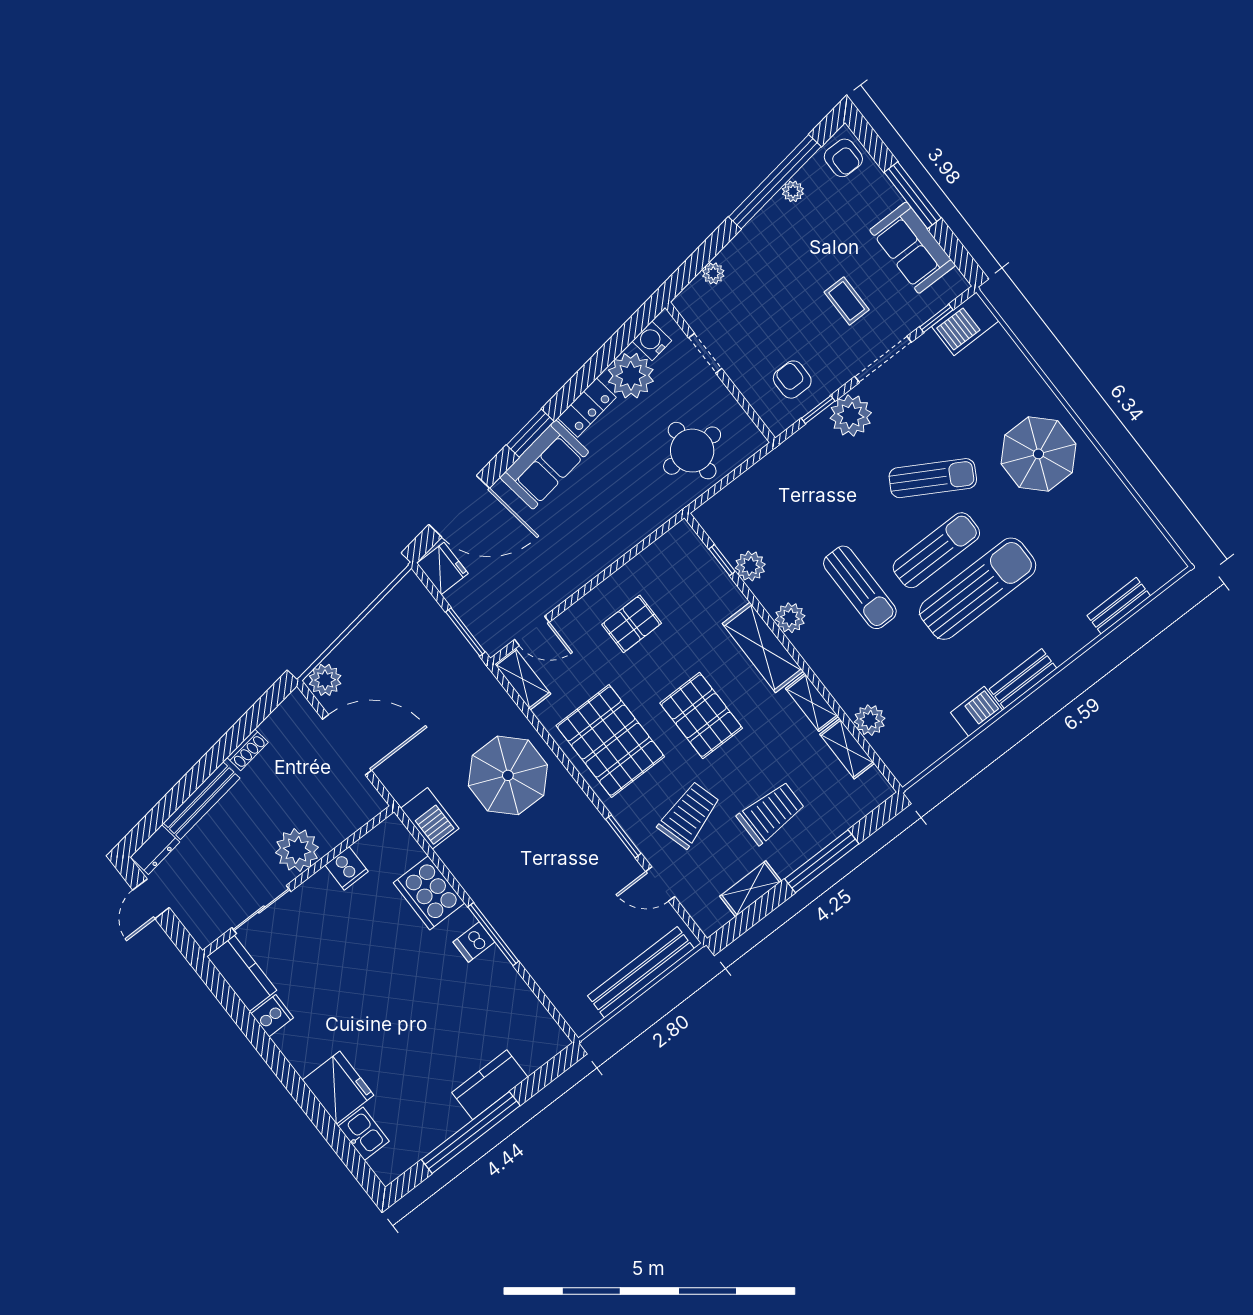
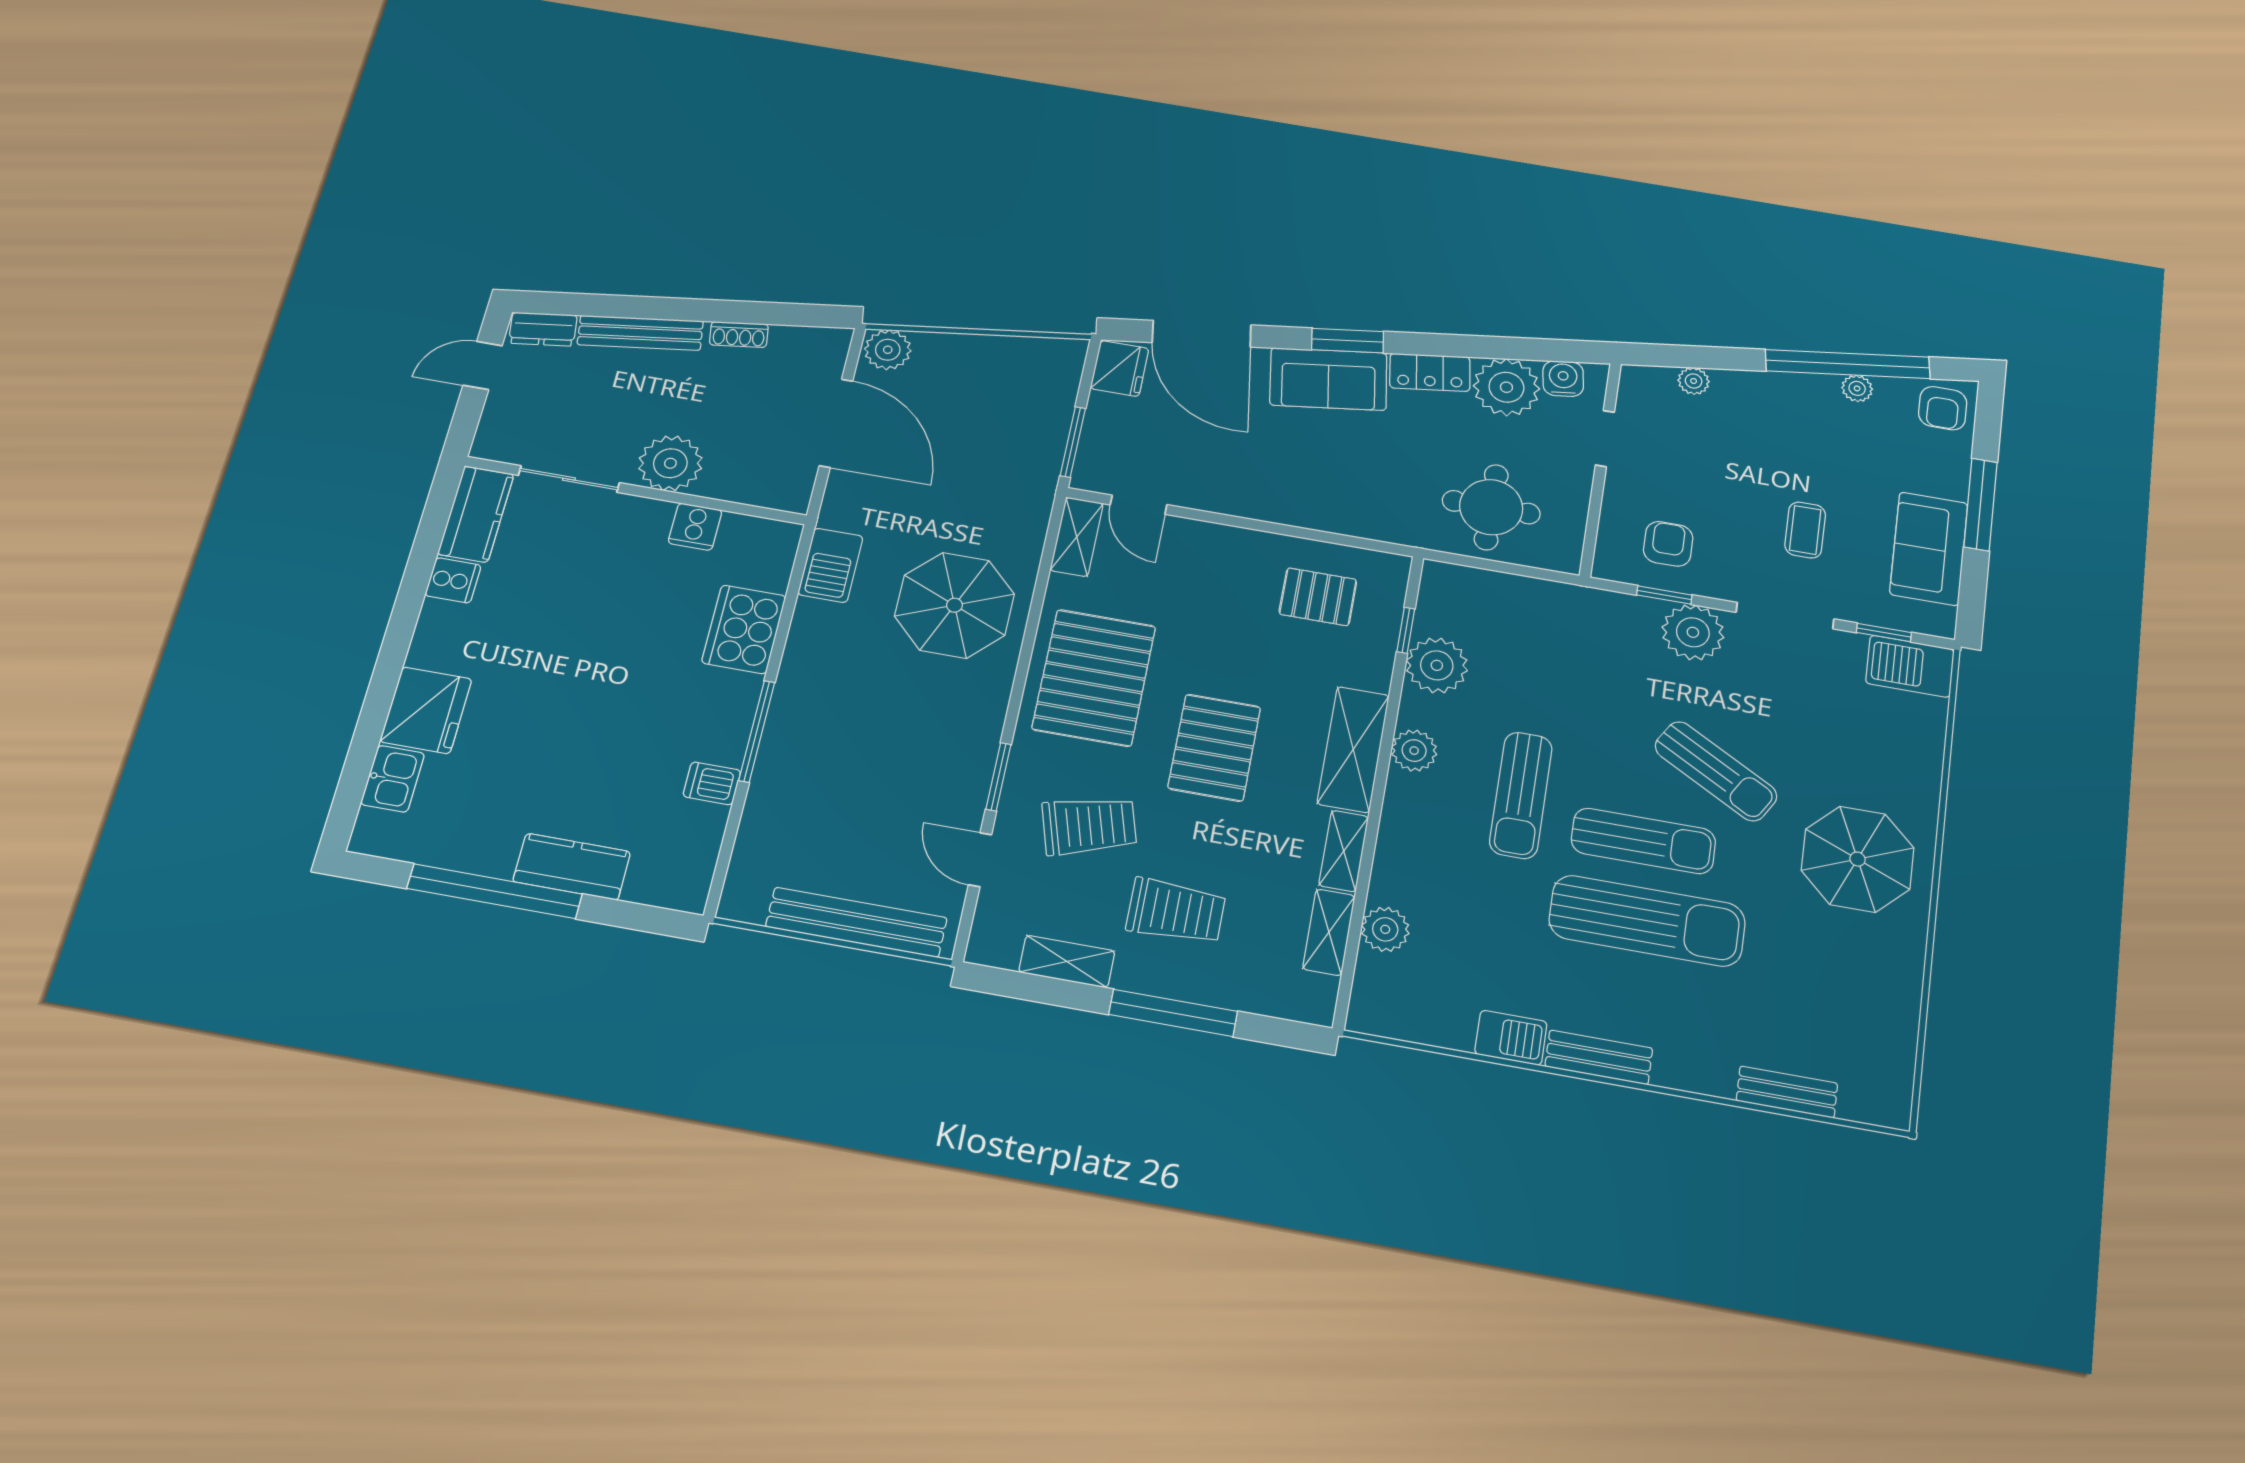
plant: (750, 566) -> (1437, 665), width x1.36, depth x1.36
pallet: (632, 624) -> (1318, 597), moved
dishwasher: (474, 942) -> (712, 783), moved

